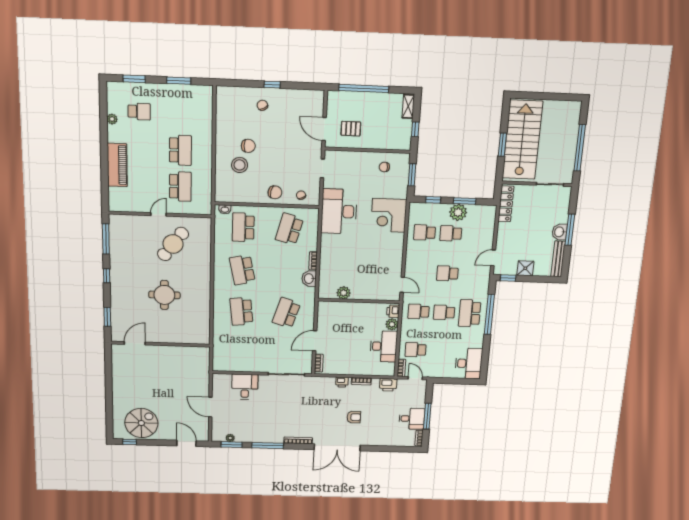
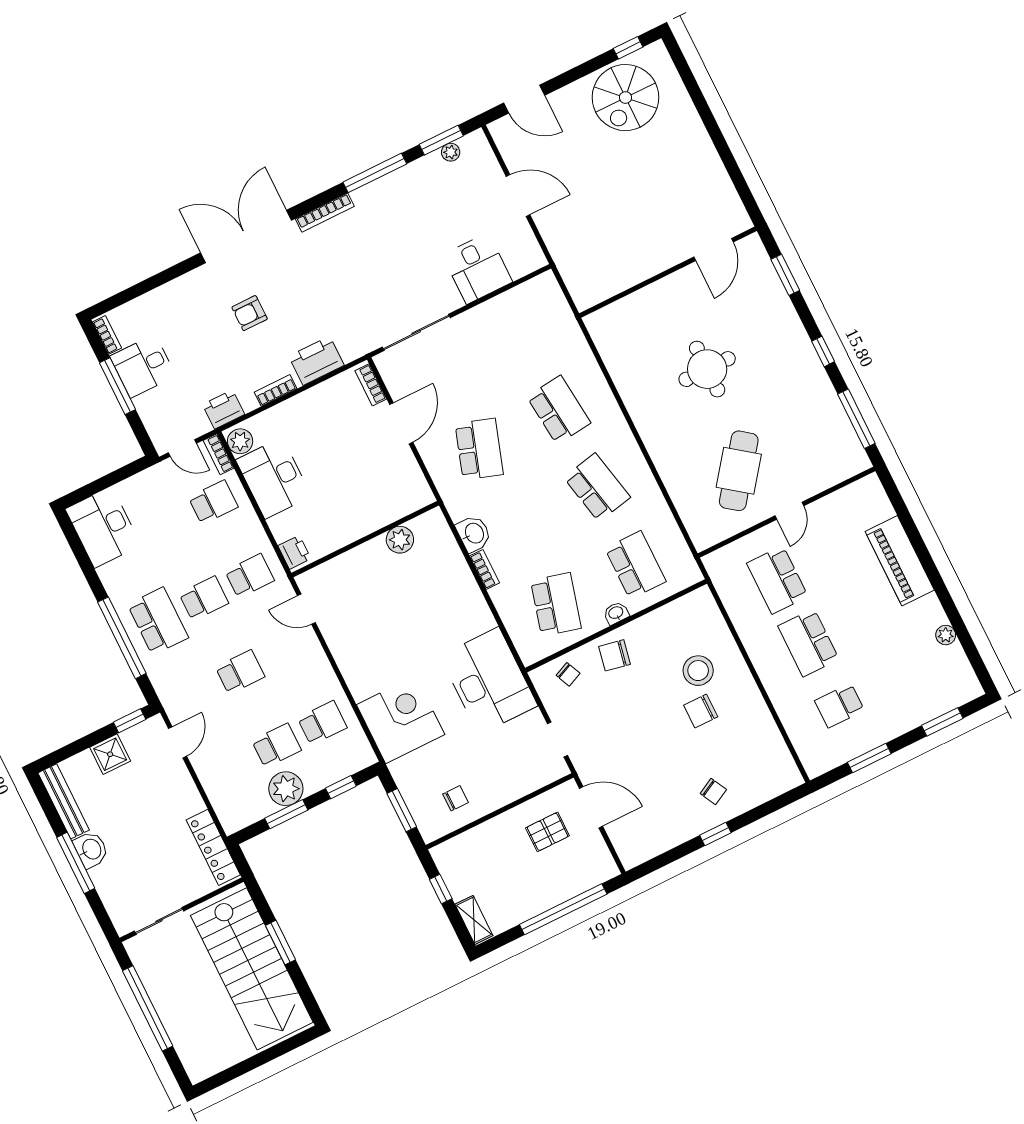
school desk: (139, 112) -> (840, 706), moved
washbasin: (225, 209) -> (616, 613), moved
plant: (392, 324) -> (240, 441), moved
printer: (342, 382) -> (316, 361), width x1.87, depth x1.48

